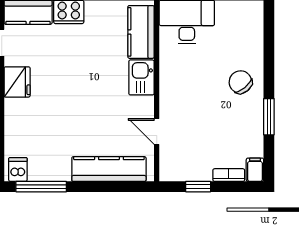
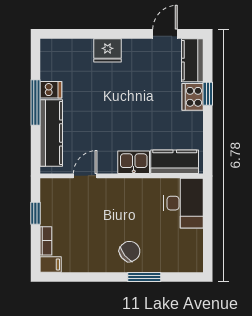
fridge: (17, 82) -> (108, 50), moved
window: (269, 117) -> (144, 277), moved
dishwasher: (18, 170) -> (51, 90), moved
window: (41, 187) -> (35, 103), moved

